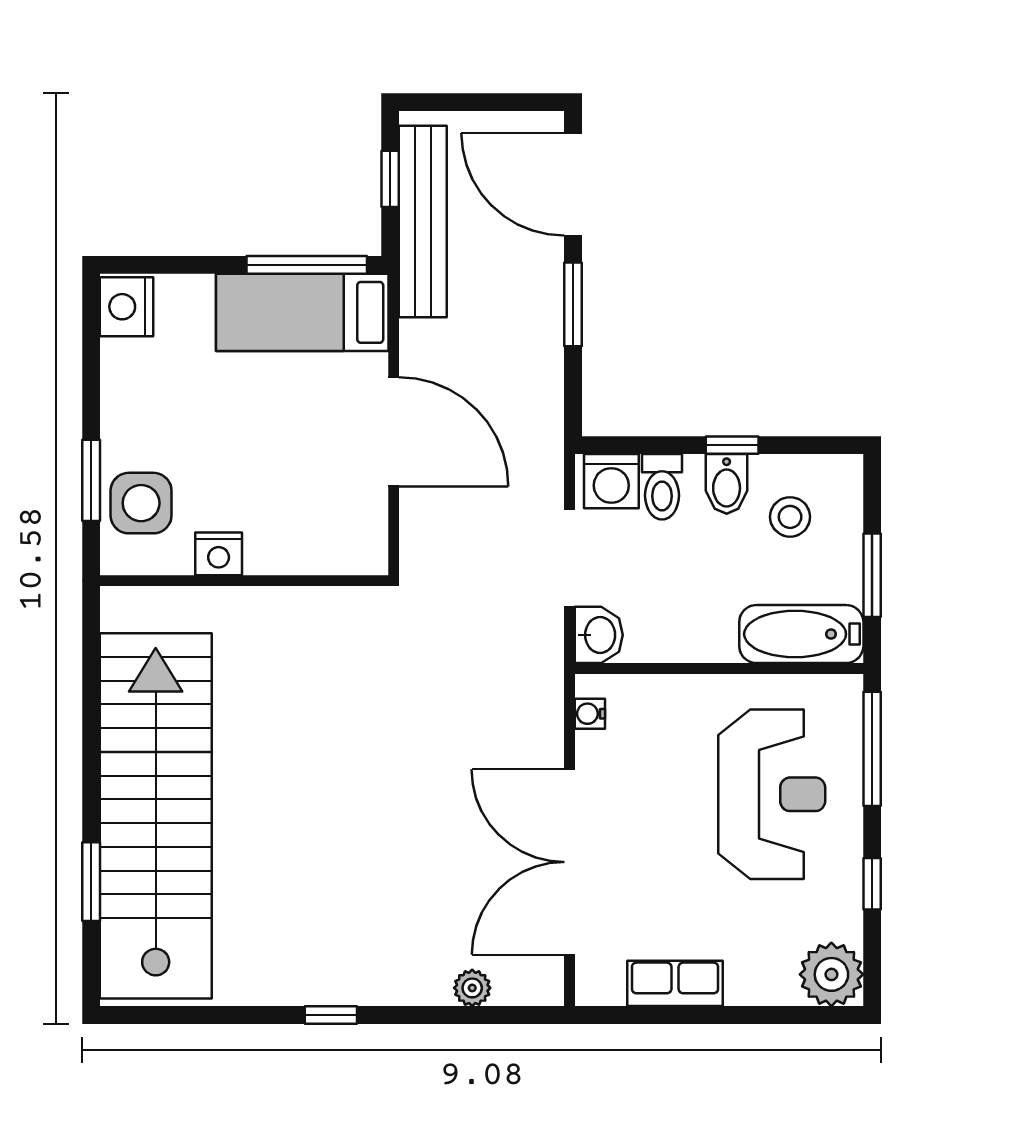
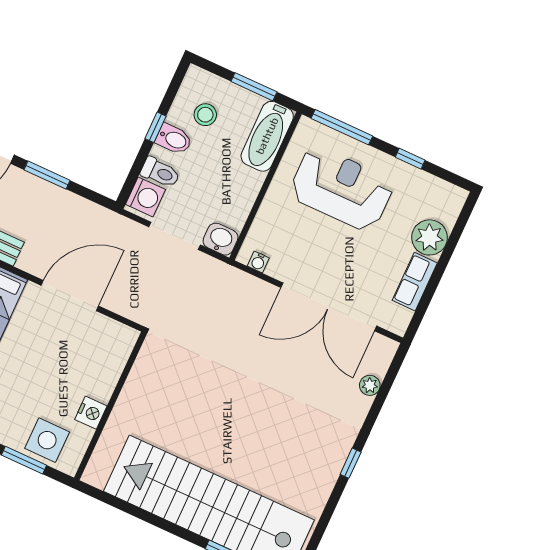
plant: (831, 974) -> (430, 237), moved

